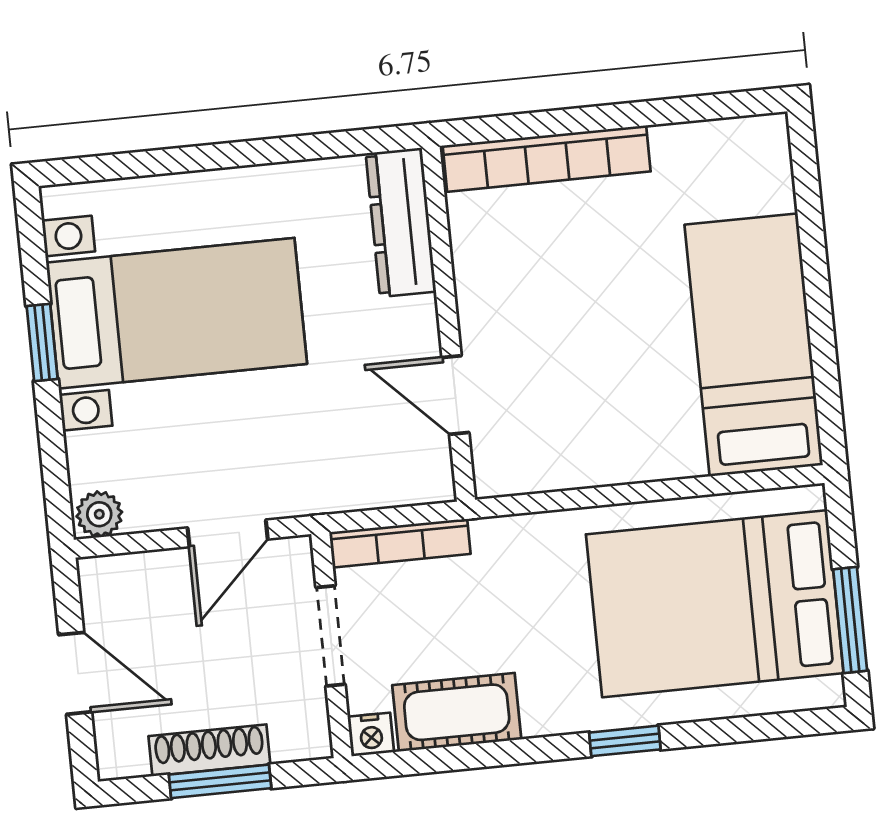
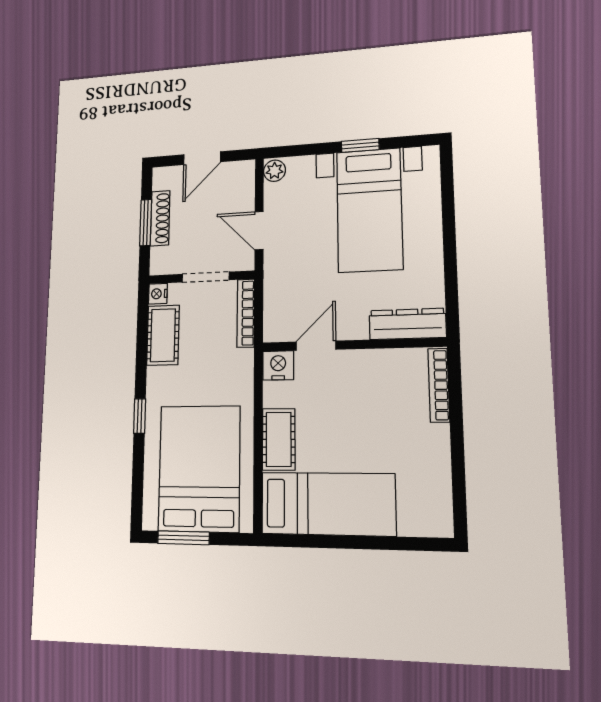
bookcase: (547, 159) -> (439, 385), width x0.68, depth x0.76
cot: (643, 451) -> (279, 439), added
nightstand: (500, 466) -> (278, 365), added

